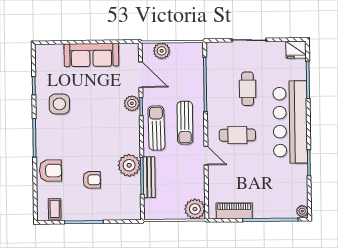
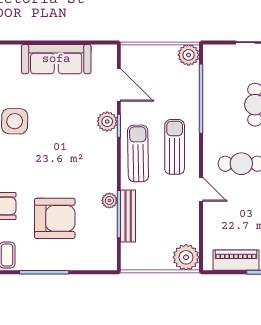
plant: (162, 51) -> (189, 55), moved
sun lounger: (185, 123) -> (175, 147), turned 180
plant: (129, 165) -> (109, 200), width x0.53, depth x0.53
armchair: (92, 180) -> (55, 218), width x1.88, depth x1.88

